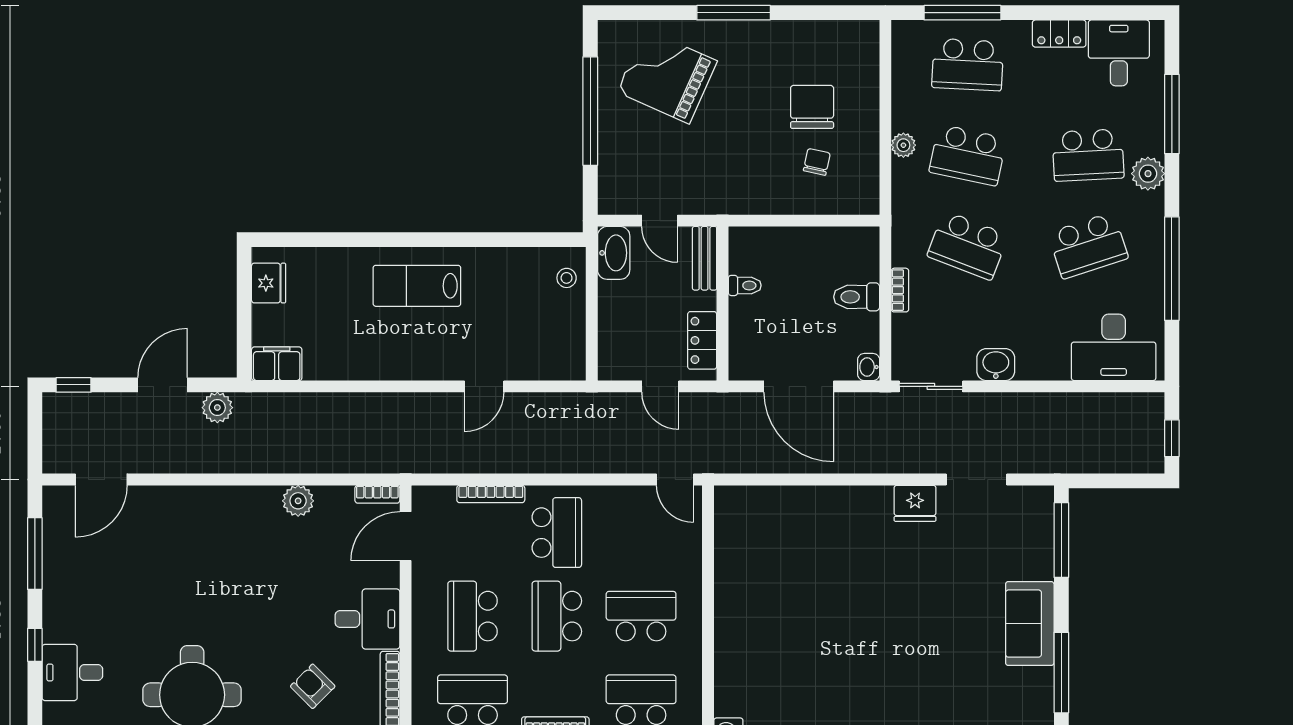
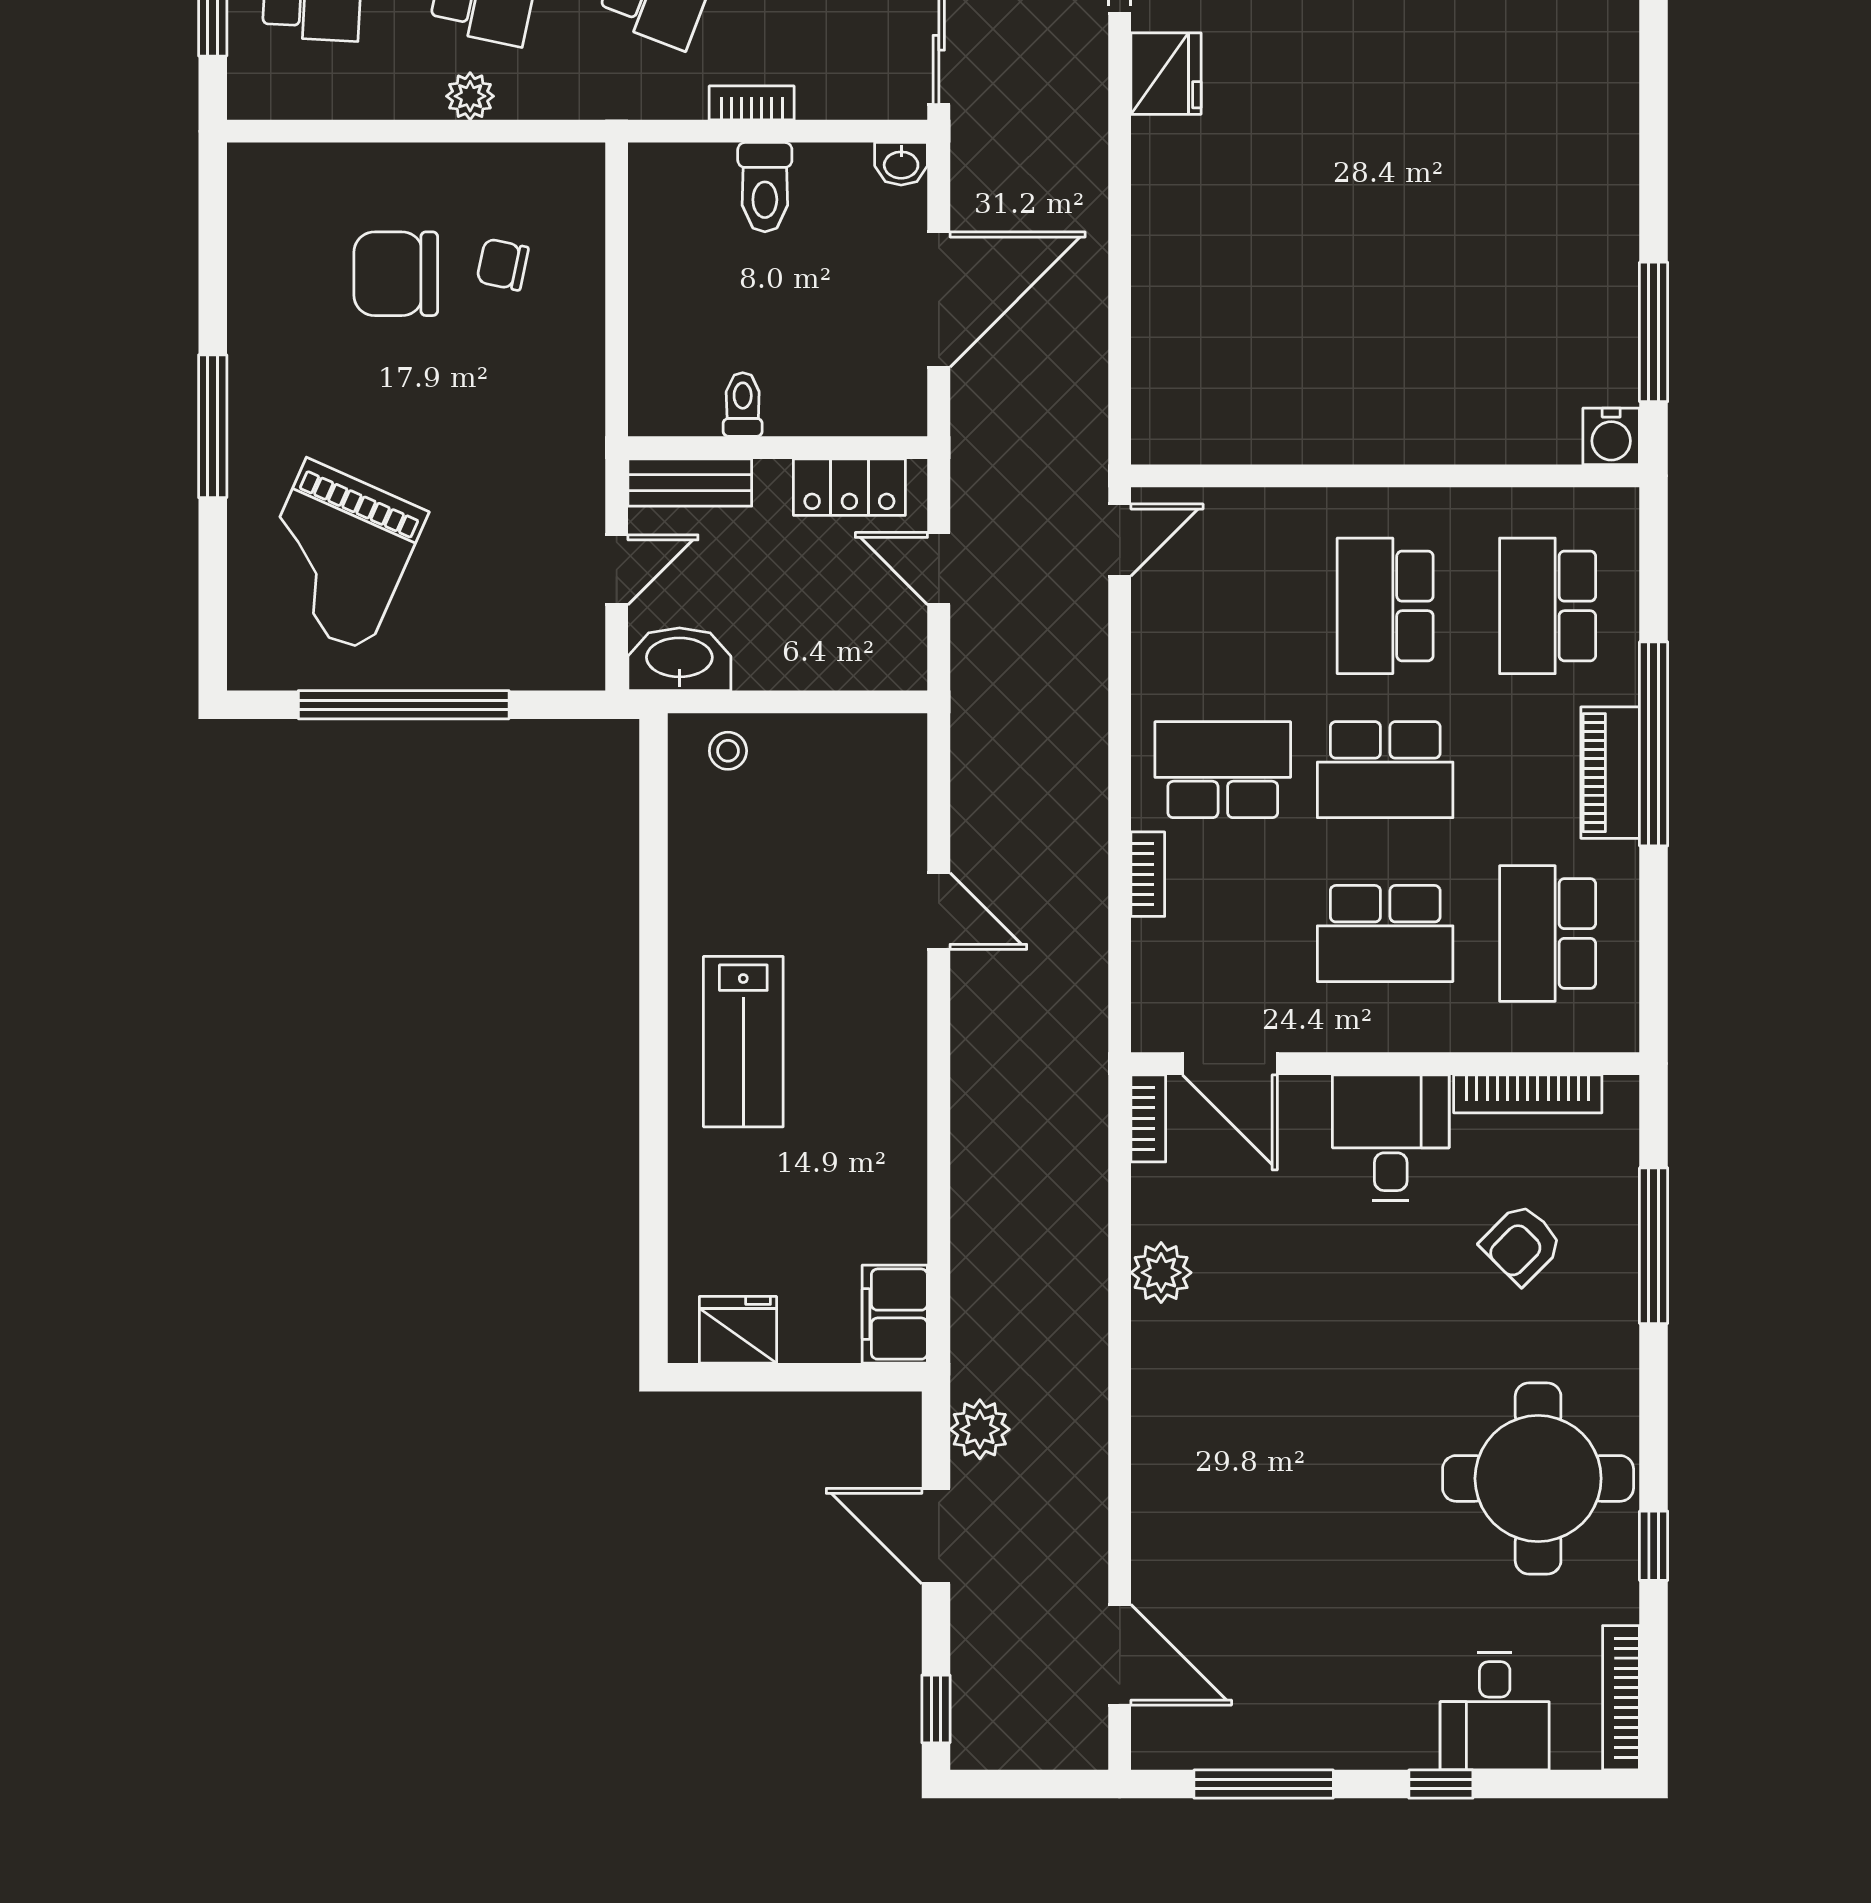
door: (660, 386) -> (939, 568), swing flipped
bookcase: (491, 494) -> (1148, 874), width x0.64

